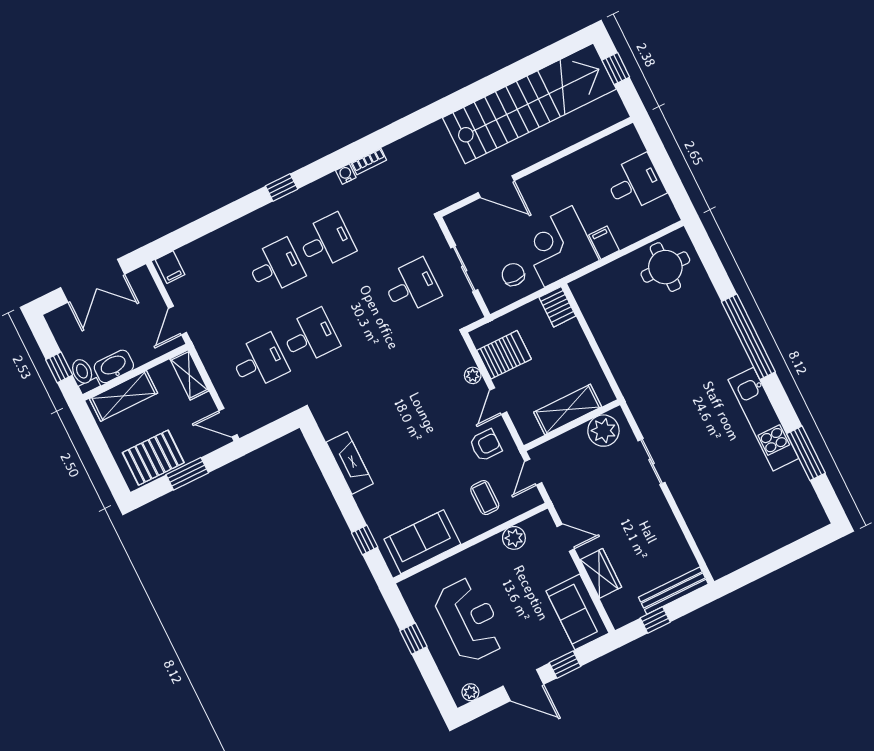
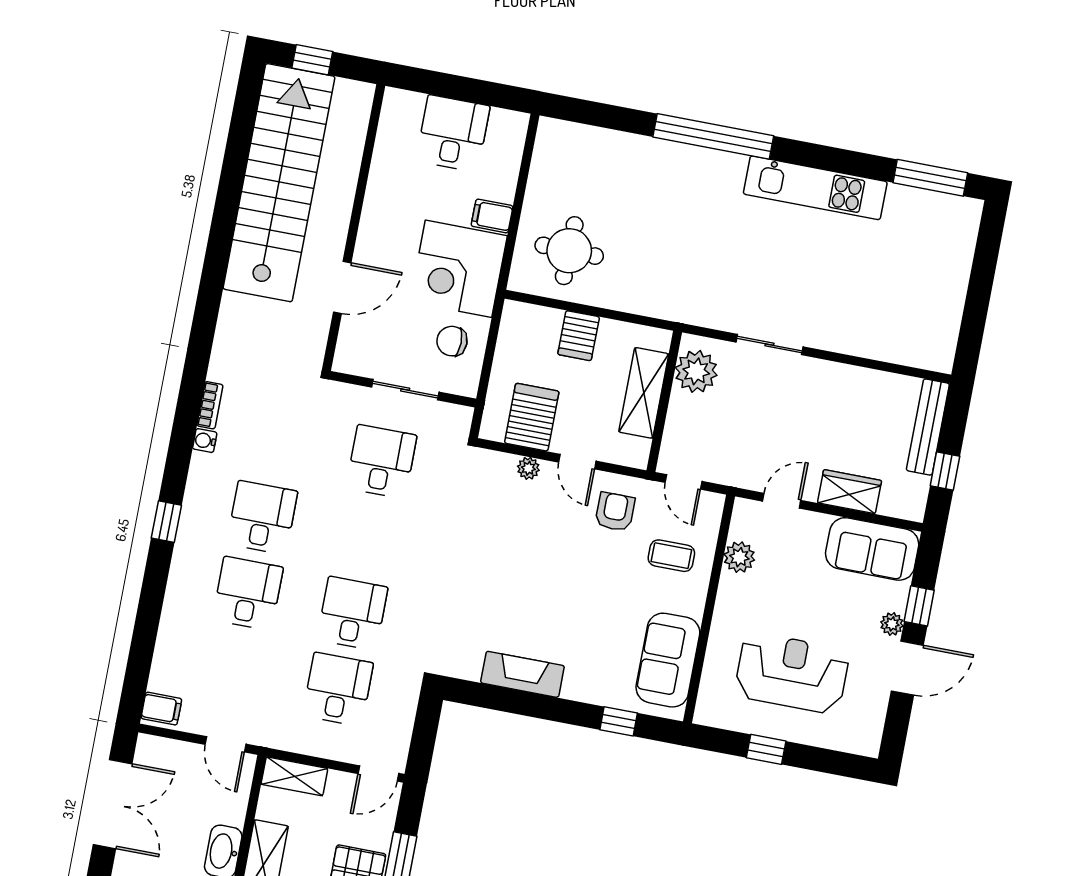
round table: (665, 267) -> (569, 251), moved
server rack: (557, 307) -> (579, 336), moved, turned 90
window: (806, 453) -> (930, 178), moved
plant: (470, 692) -> (892, 624), moved

